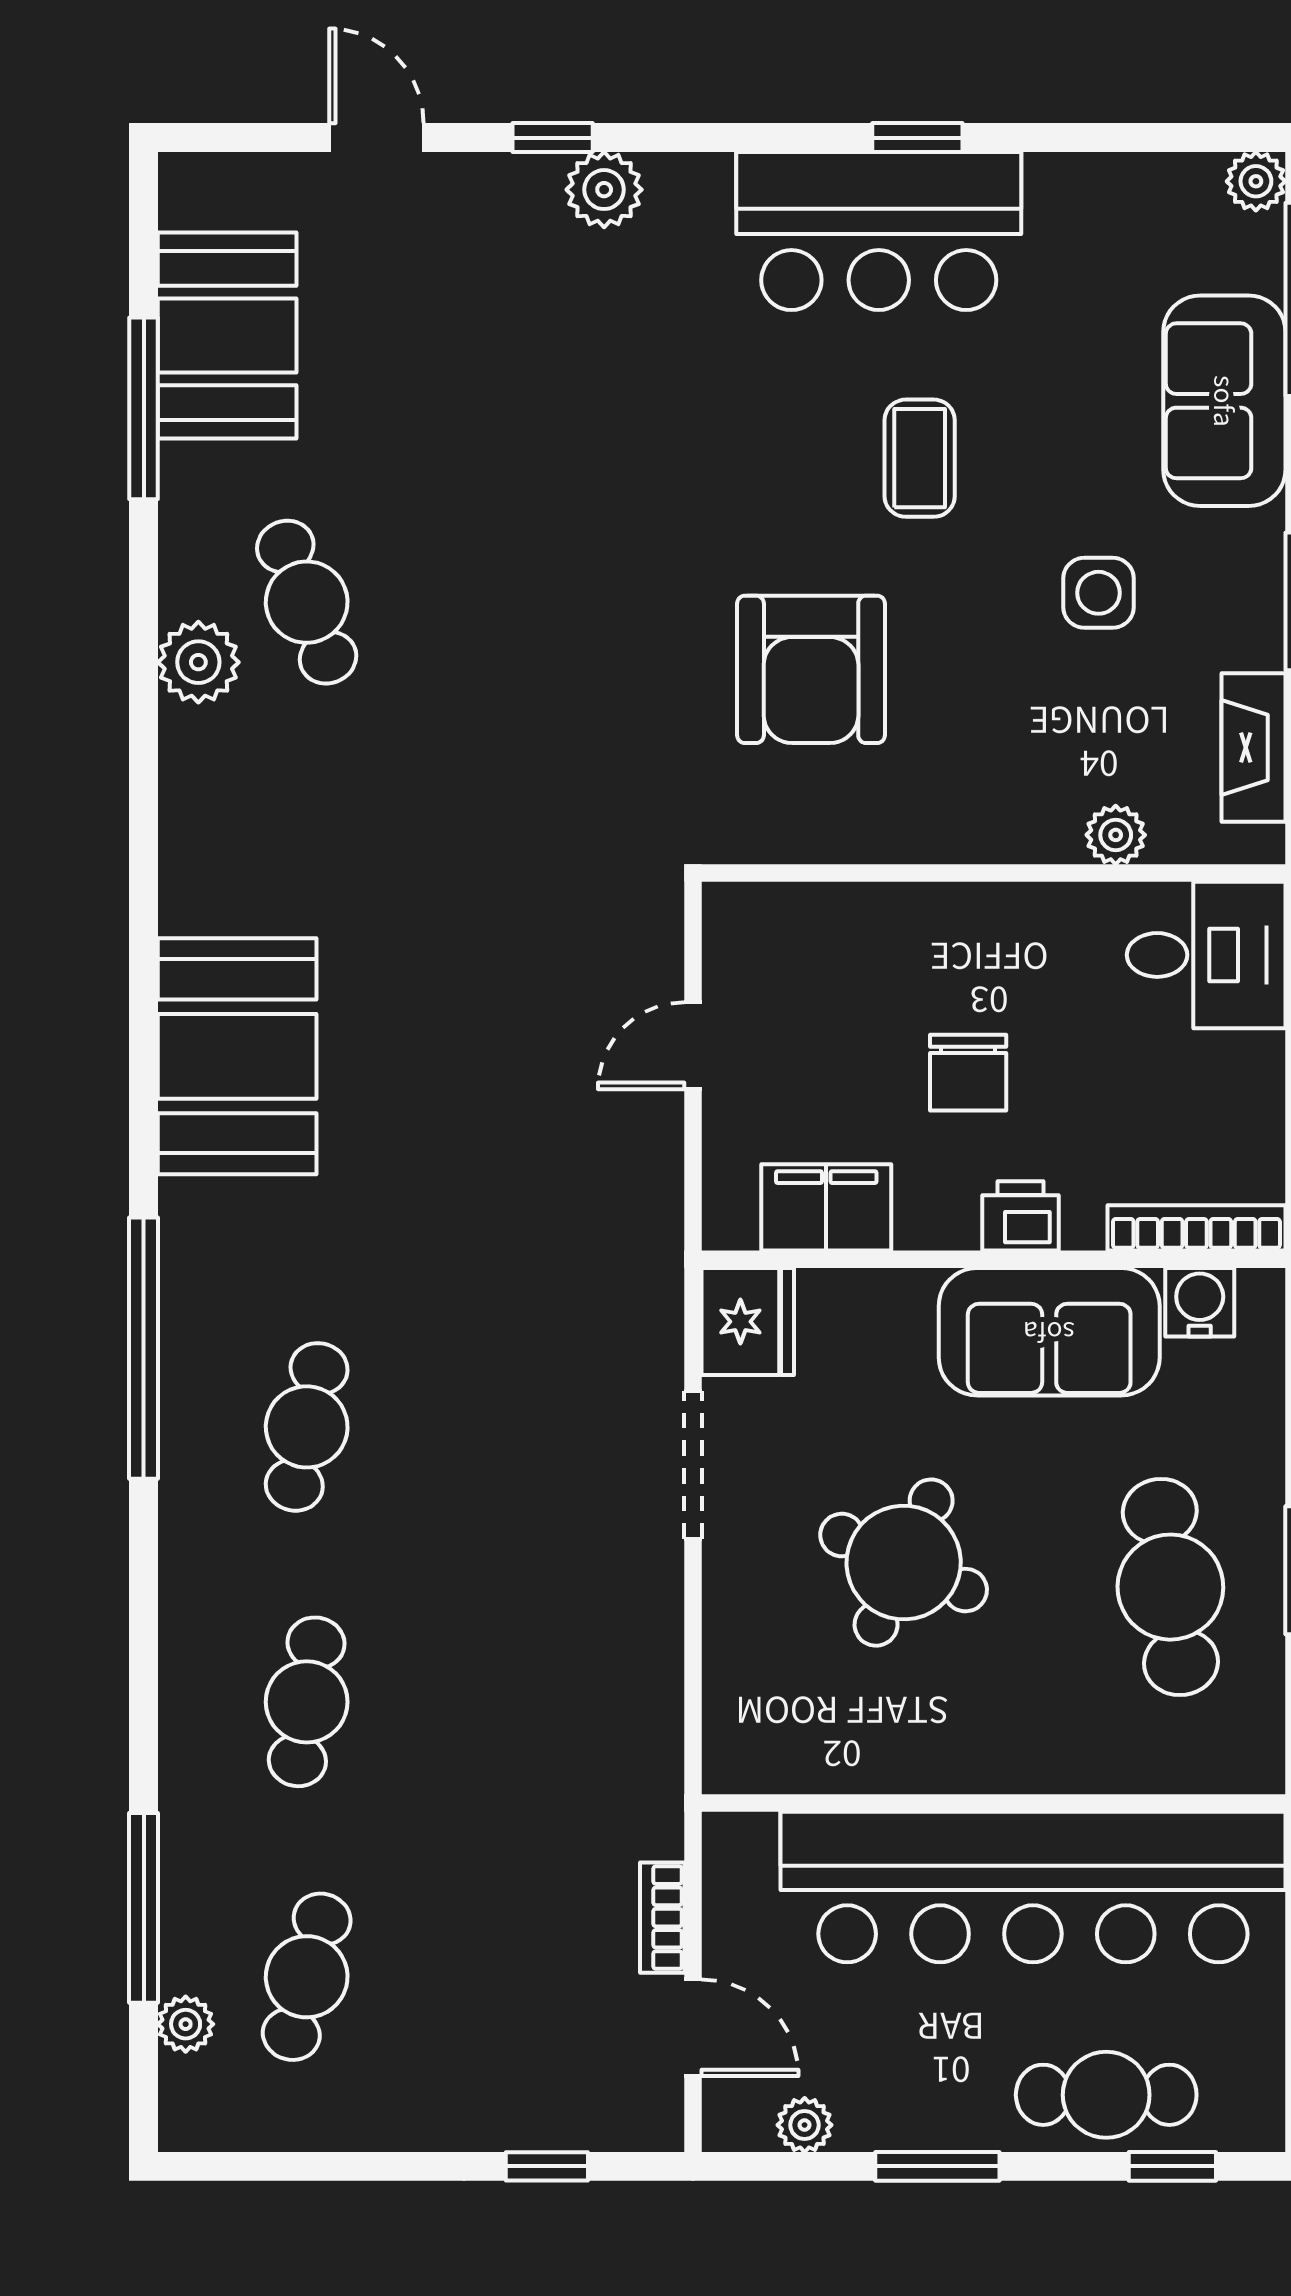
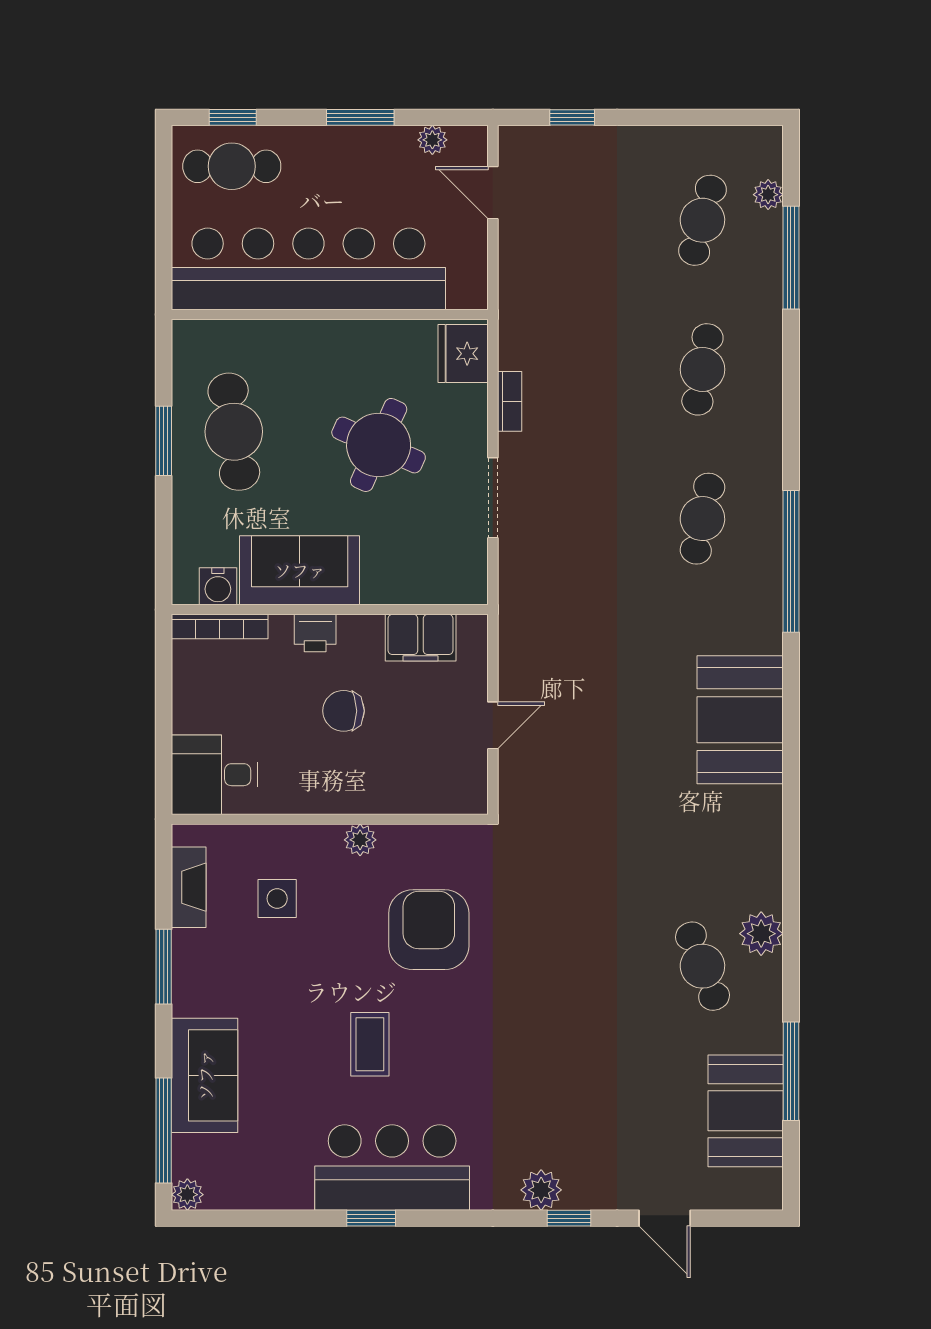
side table: (1099, 593) -> (277, 899), moved
plant: (1116, 835) -> (360, 840), moved
chair: (968, 1073) -> (344, 711), turned -90
fridge: (748, 1322) -> (463, 354), moved
bookcase: (662, 1918) -> (510, 401), moved
cafe table: (1106, 2095) -> (232, 166), moved

